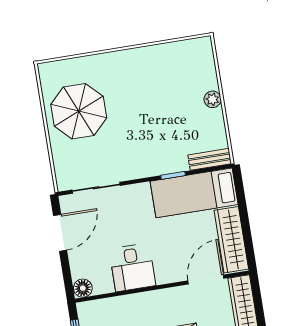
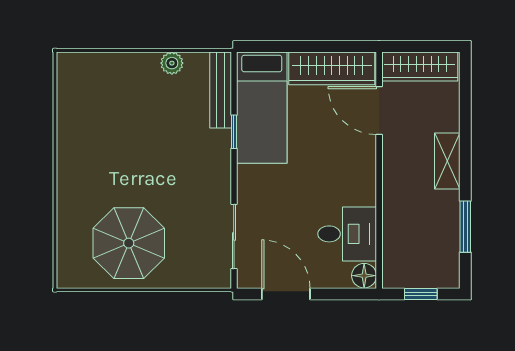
plant: (213, 99) -> (172, 63), moved
bench: (210, 159) -> (221, 90), width x1.36
desk: (132, 267) -> (347, 234), moved

